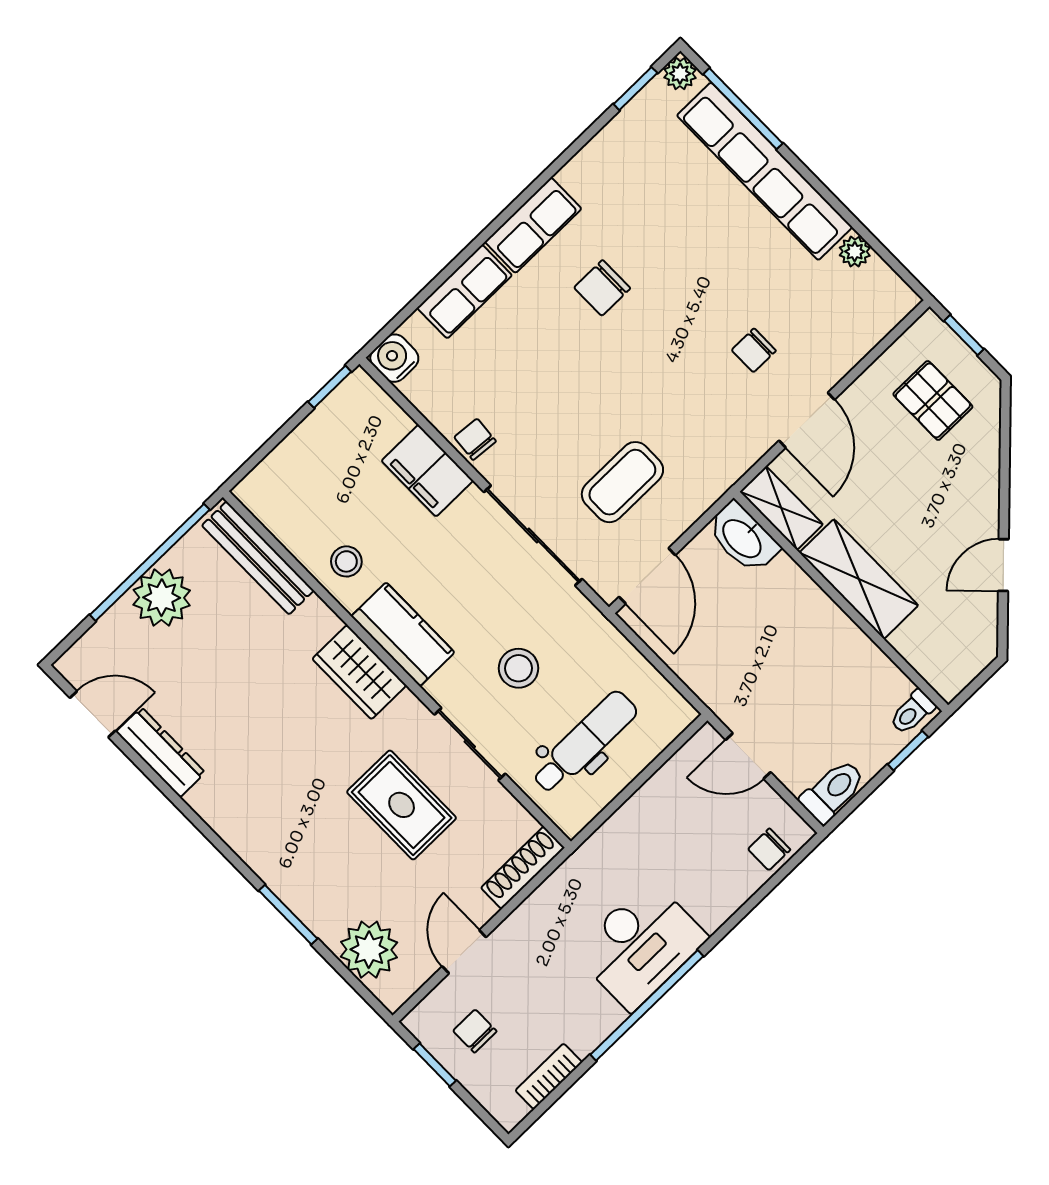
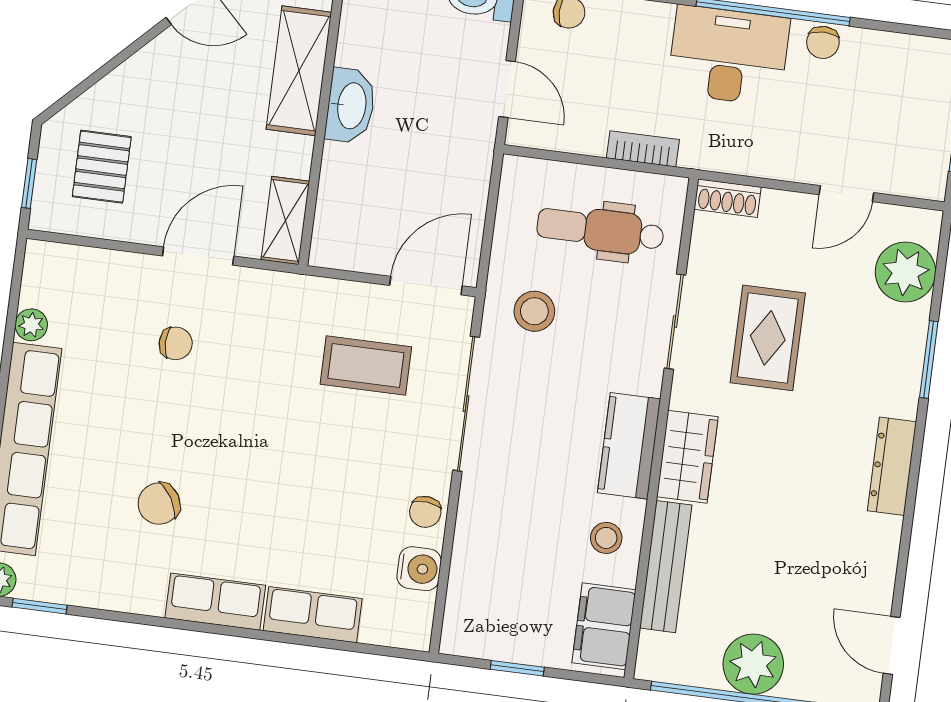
chair: (602, 288) -> (159, 504), moved, turned 149
water cooler: (394, 358) -> (419, 569), moved, turned -90
window: (330, 387) -> (517, 668), moved
filing cabinet: (427, 471) -> (604, 626), moved, turned 180
washbasin: (743, 538) -> (350, 106), moved
bench: (258, 558) -> (666, 567), moved
shelving: (859, 579) -> (299, 71), moved
stool: (518, 668) -> (534, 311), moved
dresser: (161, 752) -> (892, 466), moved
shoe rack: (523, 868) -> (728, 198), width x0.70
chair: (475, 1031) -> (823, 42), moved
bookcase: (549, 1076) -> (643, 149), moved, turned 180

